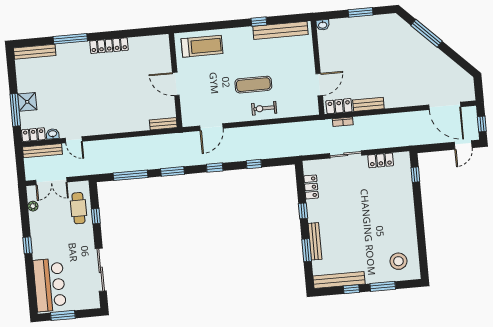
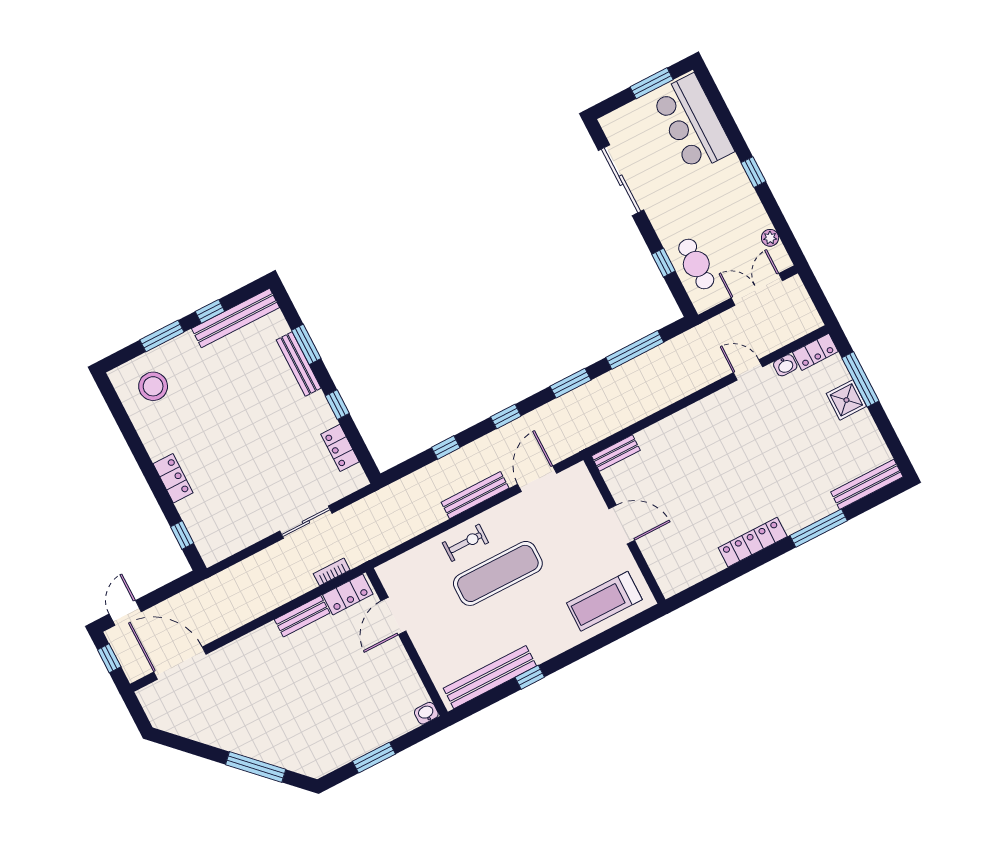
exercise mat: (253, 85) -> (498, 573), width x1.36, depth x1.45
bench: (42, 151) -> (475, 495), moved
locker: (381, 160) -> (173, 478), moved, turned 90

